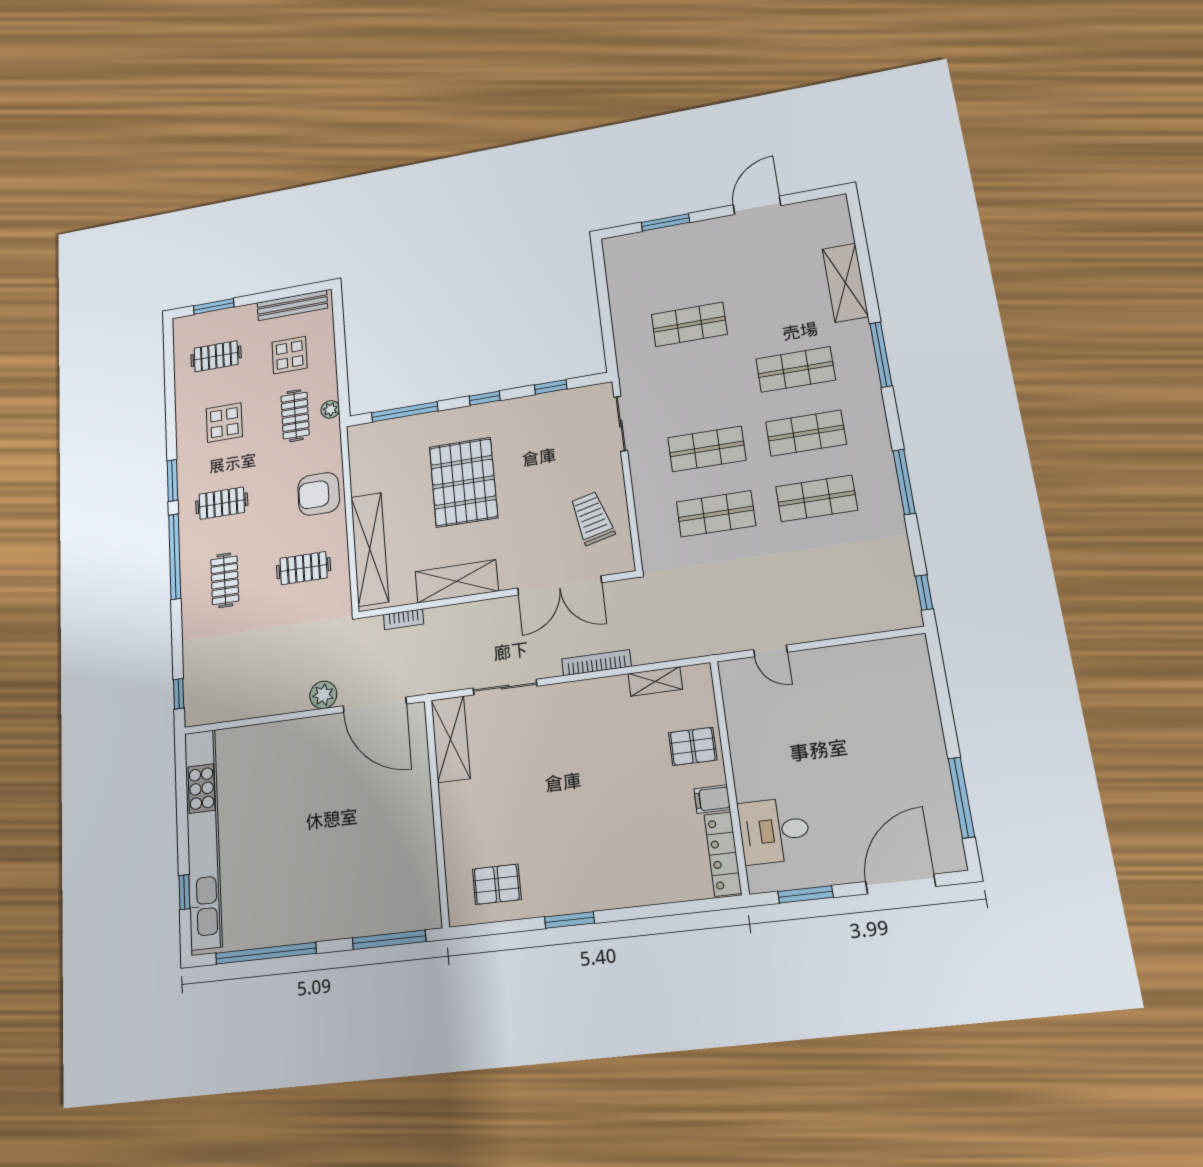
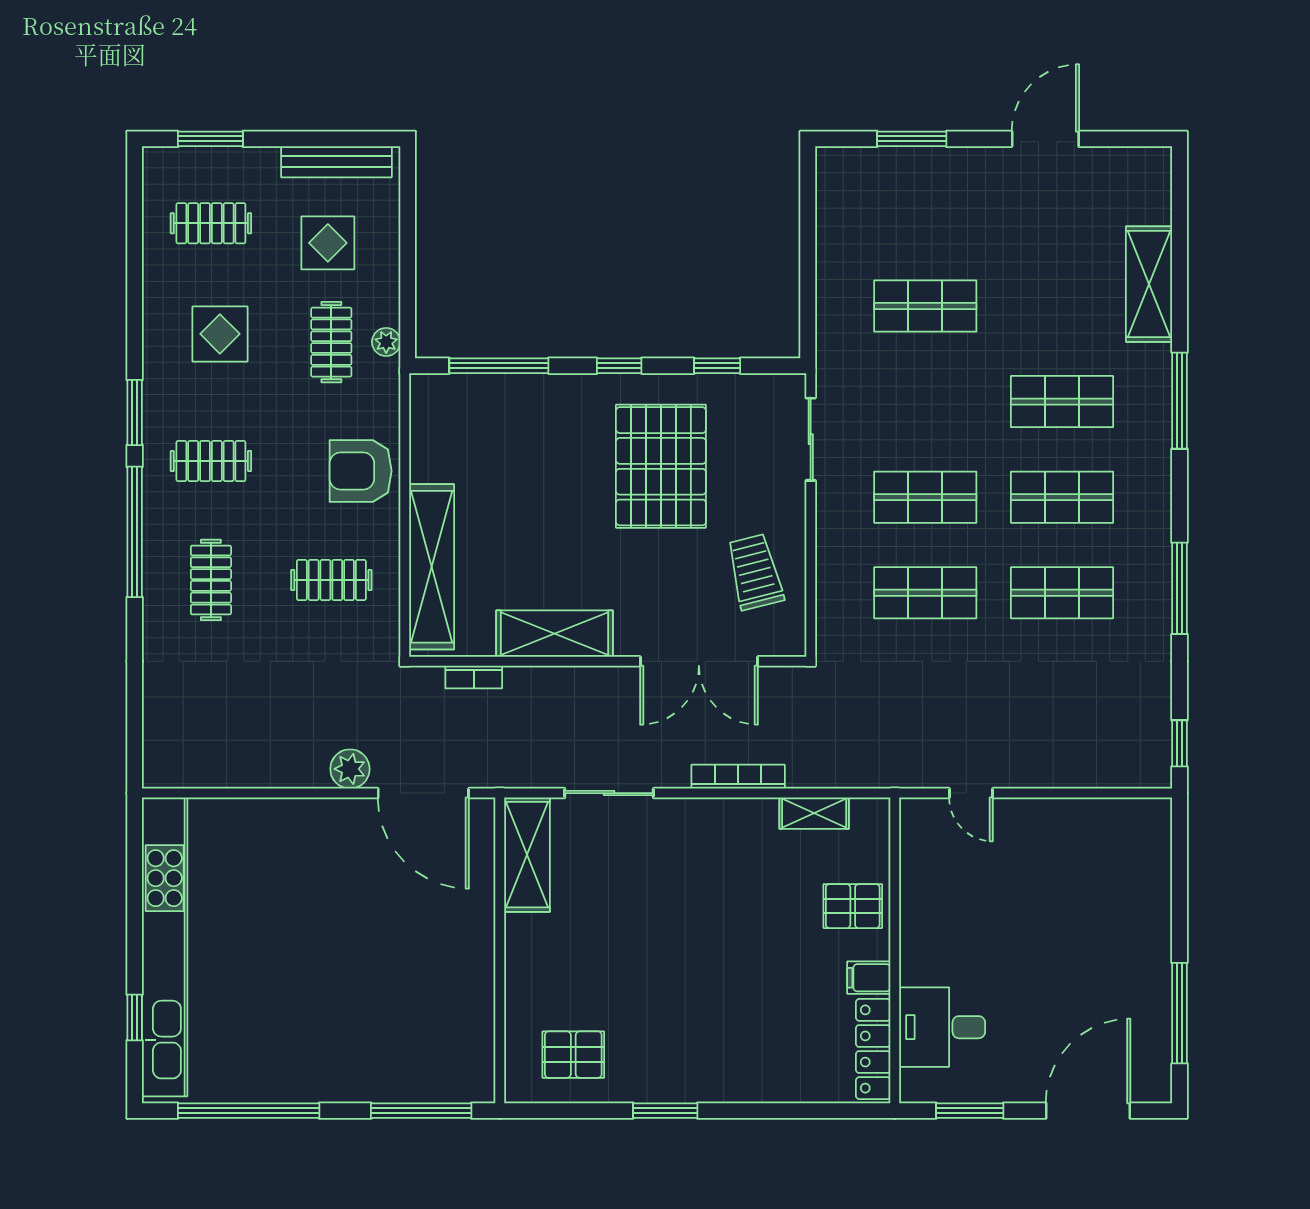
pallet: (463, 482) -> (661, 466), moved
window: (179, 694) -> (135, 738), removed

